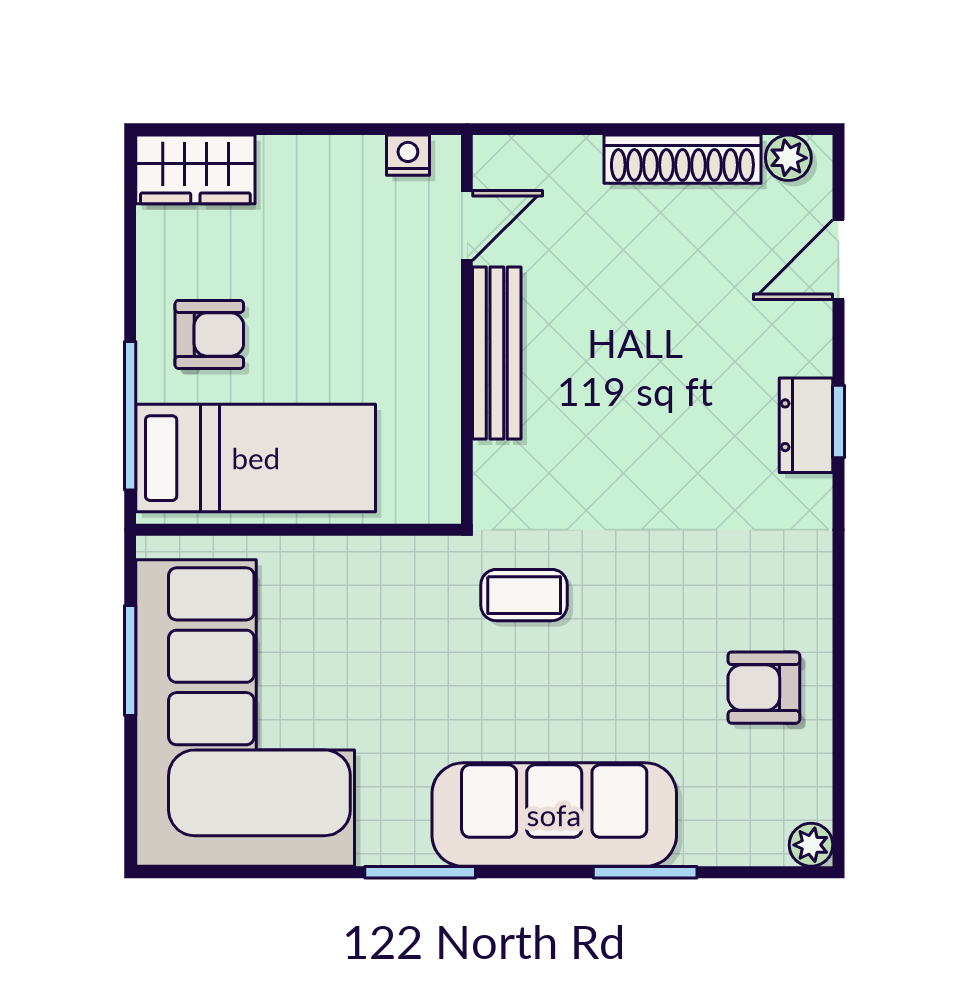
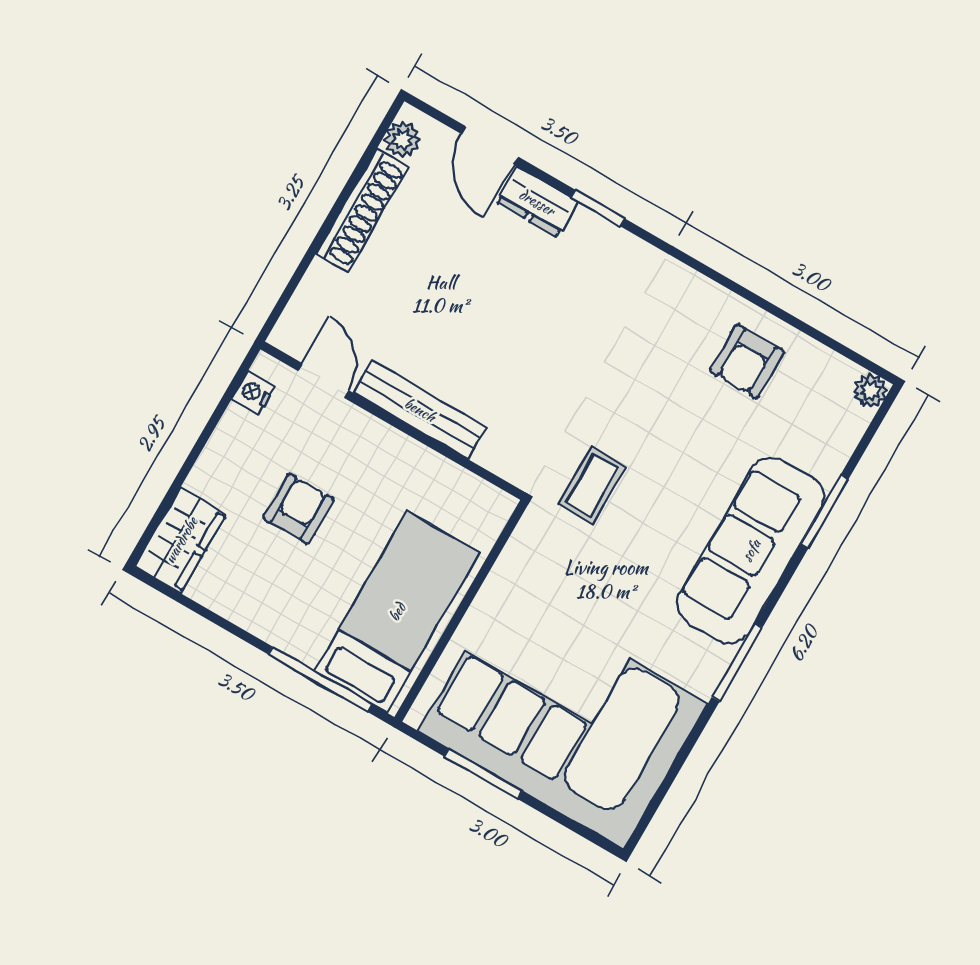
armchair: (209, 334) -> (298, 509), moved
dresser: (806, 425) -> (537, 202), moved

